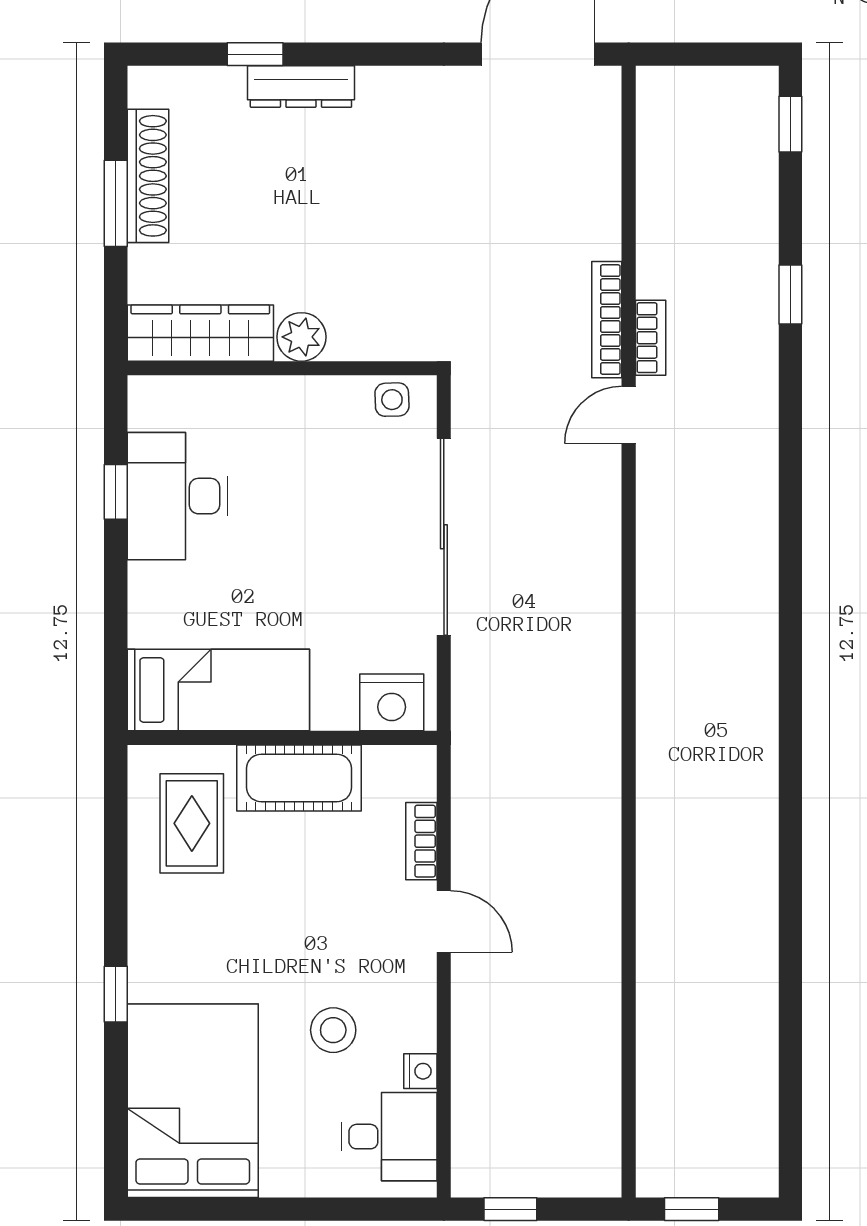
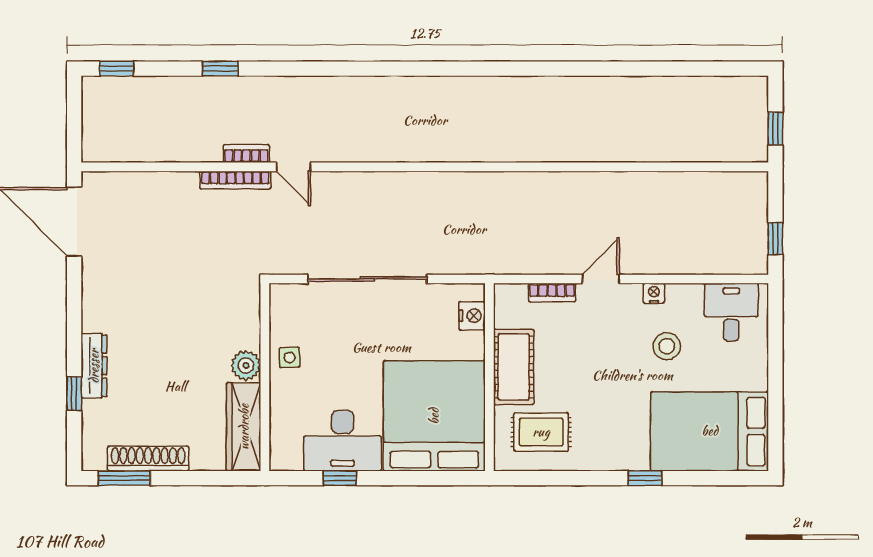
window: (116, 203) -> (124, 478), moved
side table: (392, 400) -> (290, 357), moved
bed: (218, 690) -> (434, 416), width x2.04
nightstand: (392, 702) -> (472, 316), width x0.74, depth x0.75
nightstand: (420, 1071) -> (654, 293), moved

